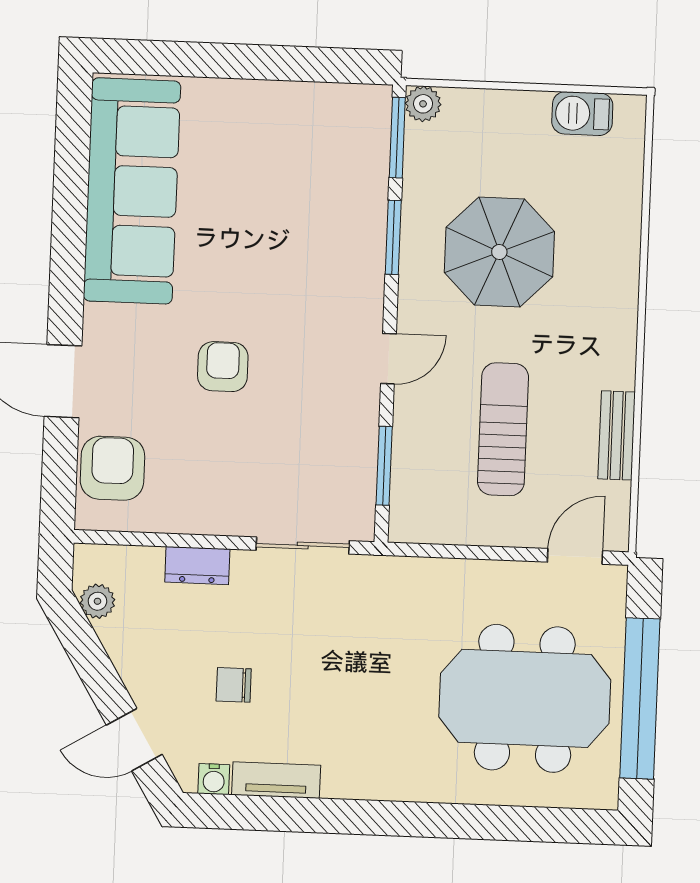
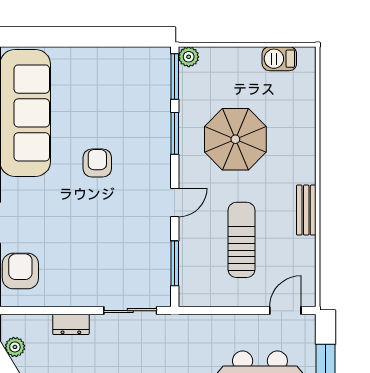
armchair: (223, 367) -> (97, 163), moved
bench: (617, 435) -> (306, 210), moved

